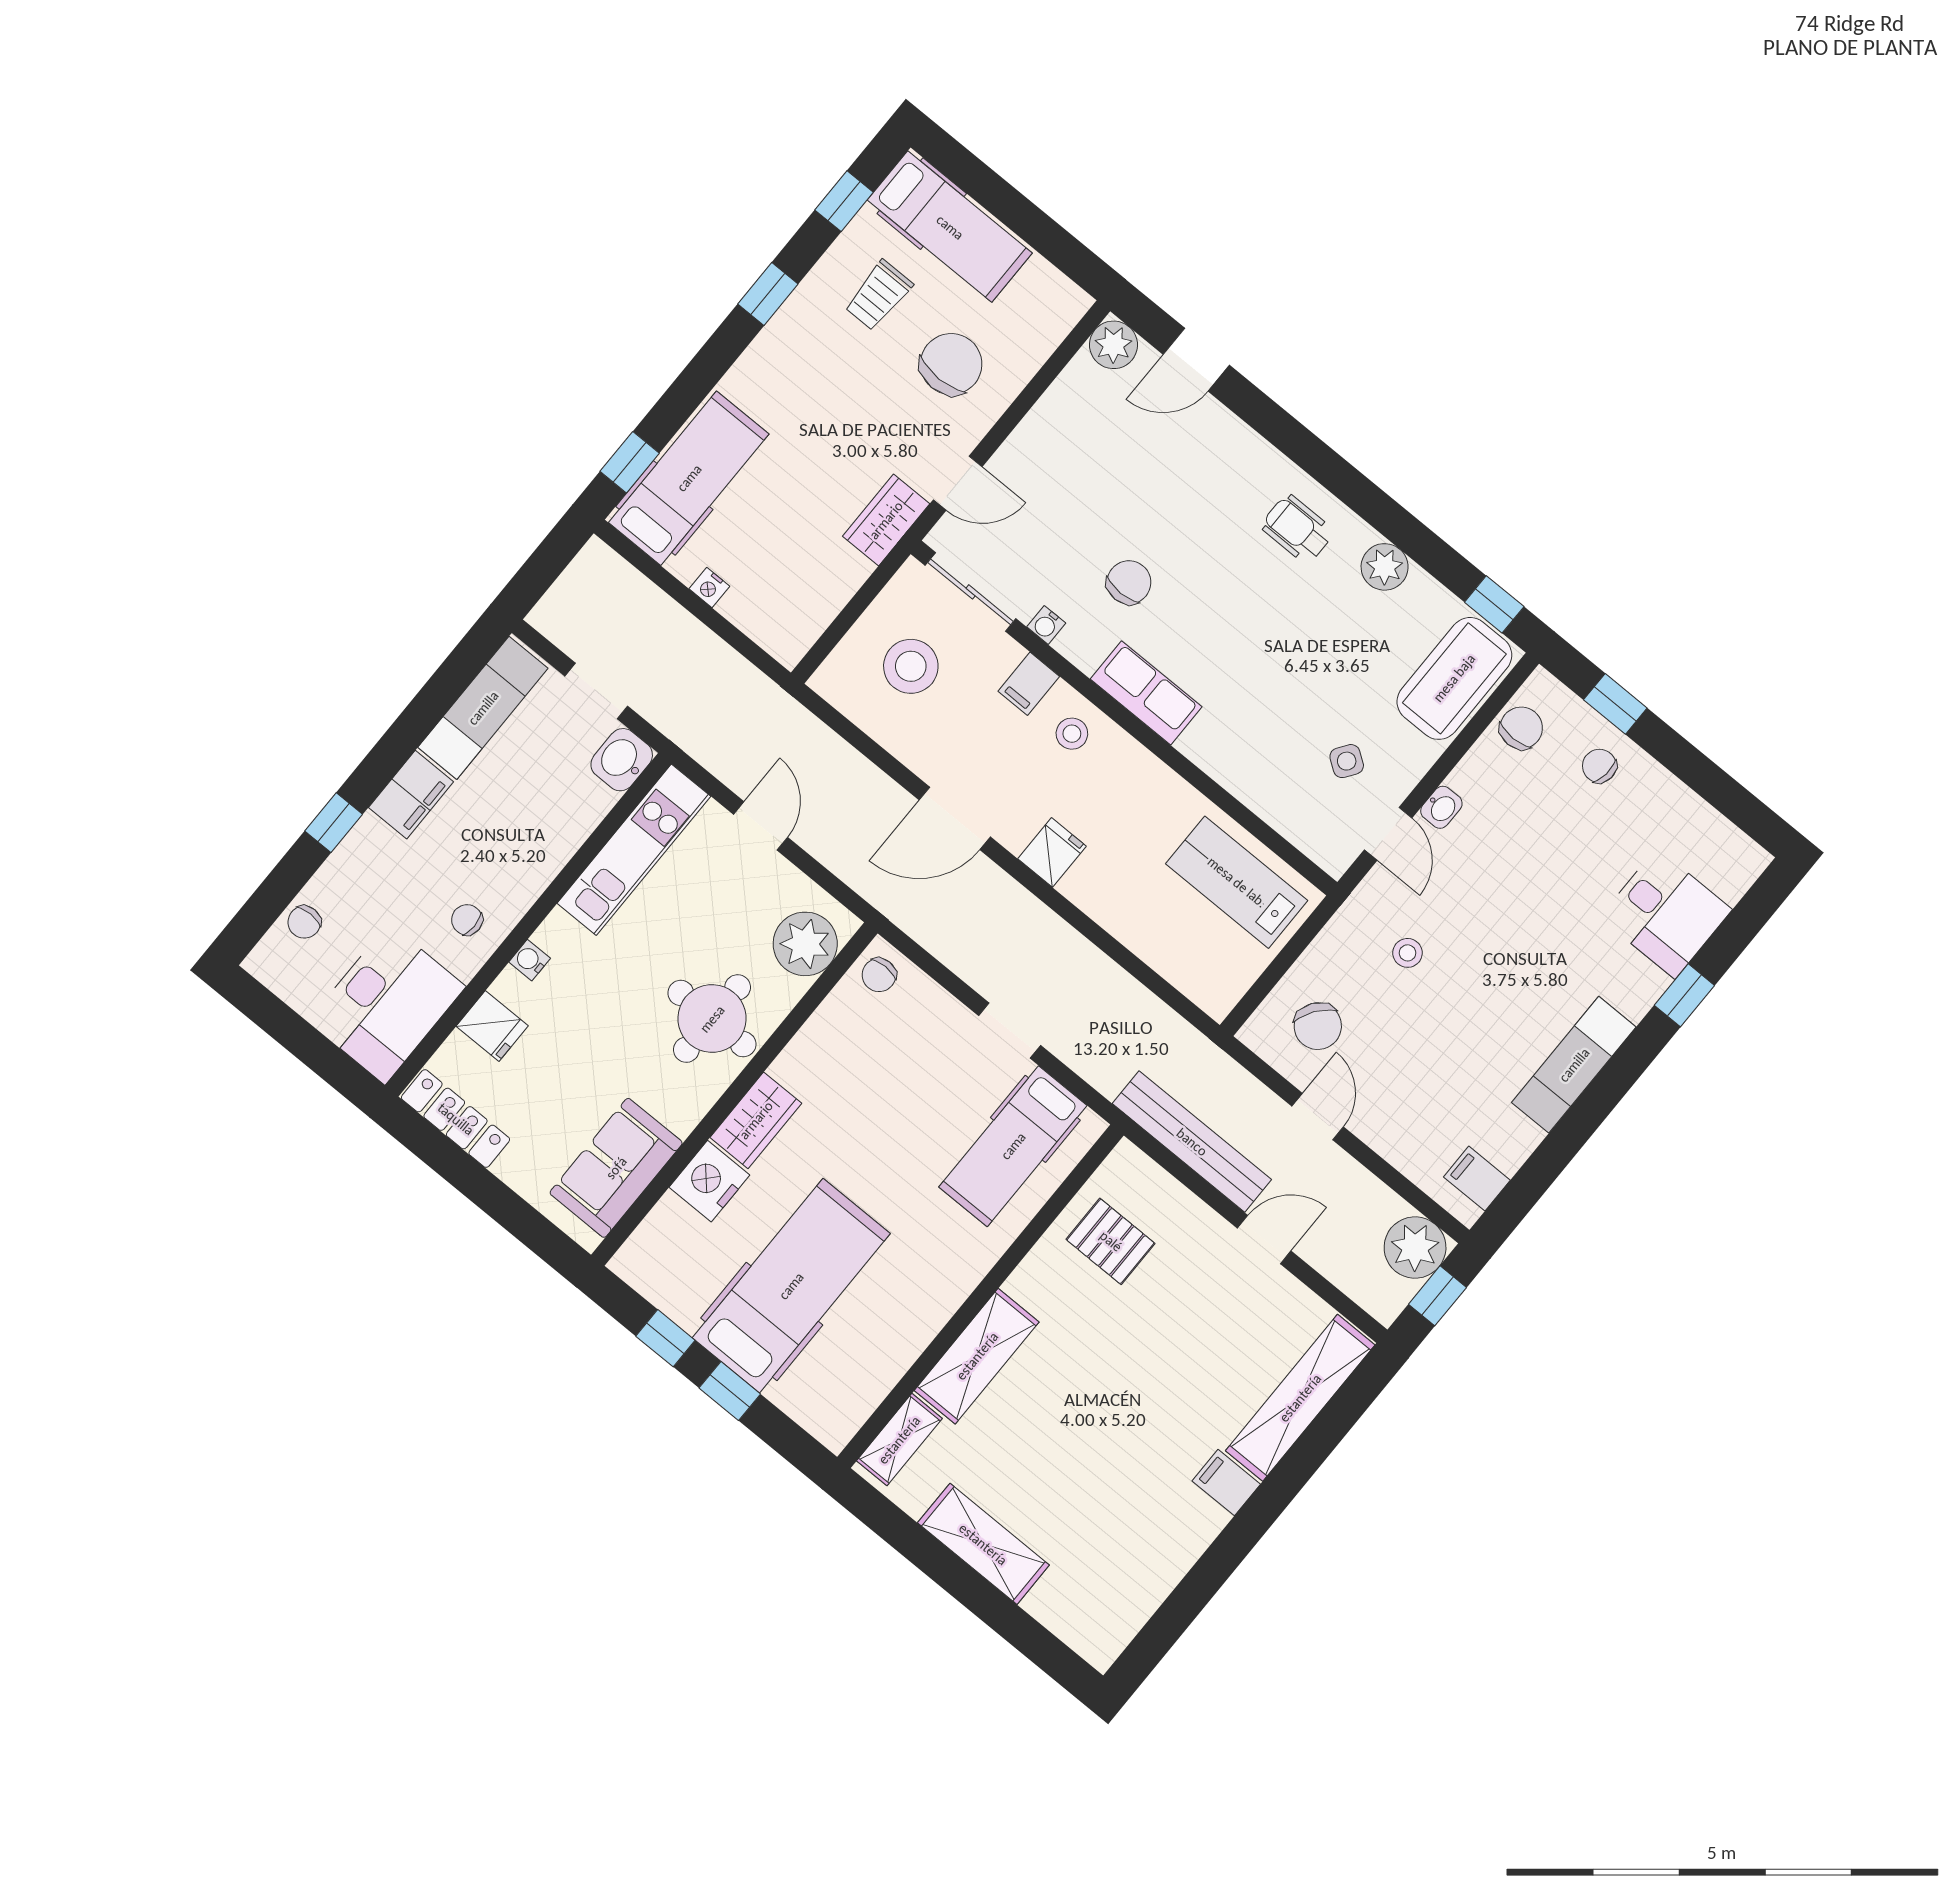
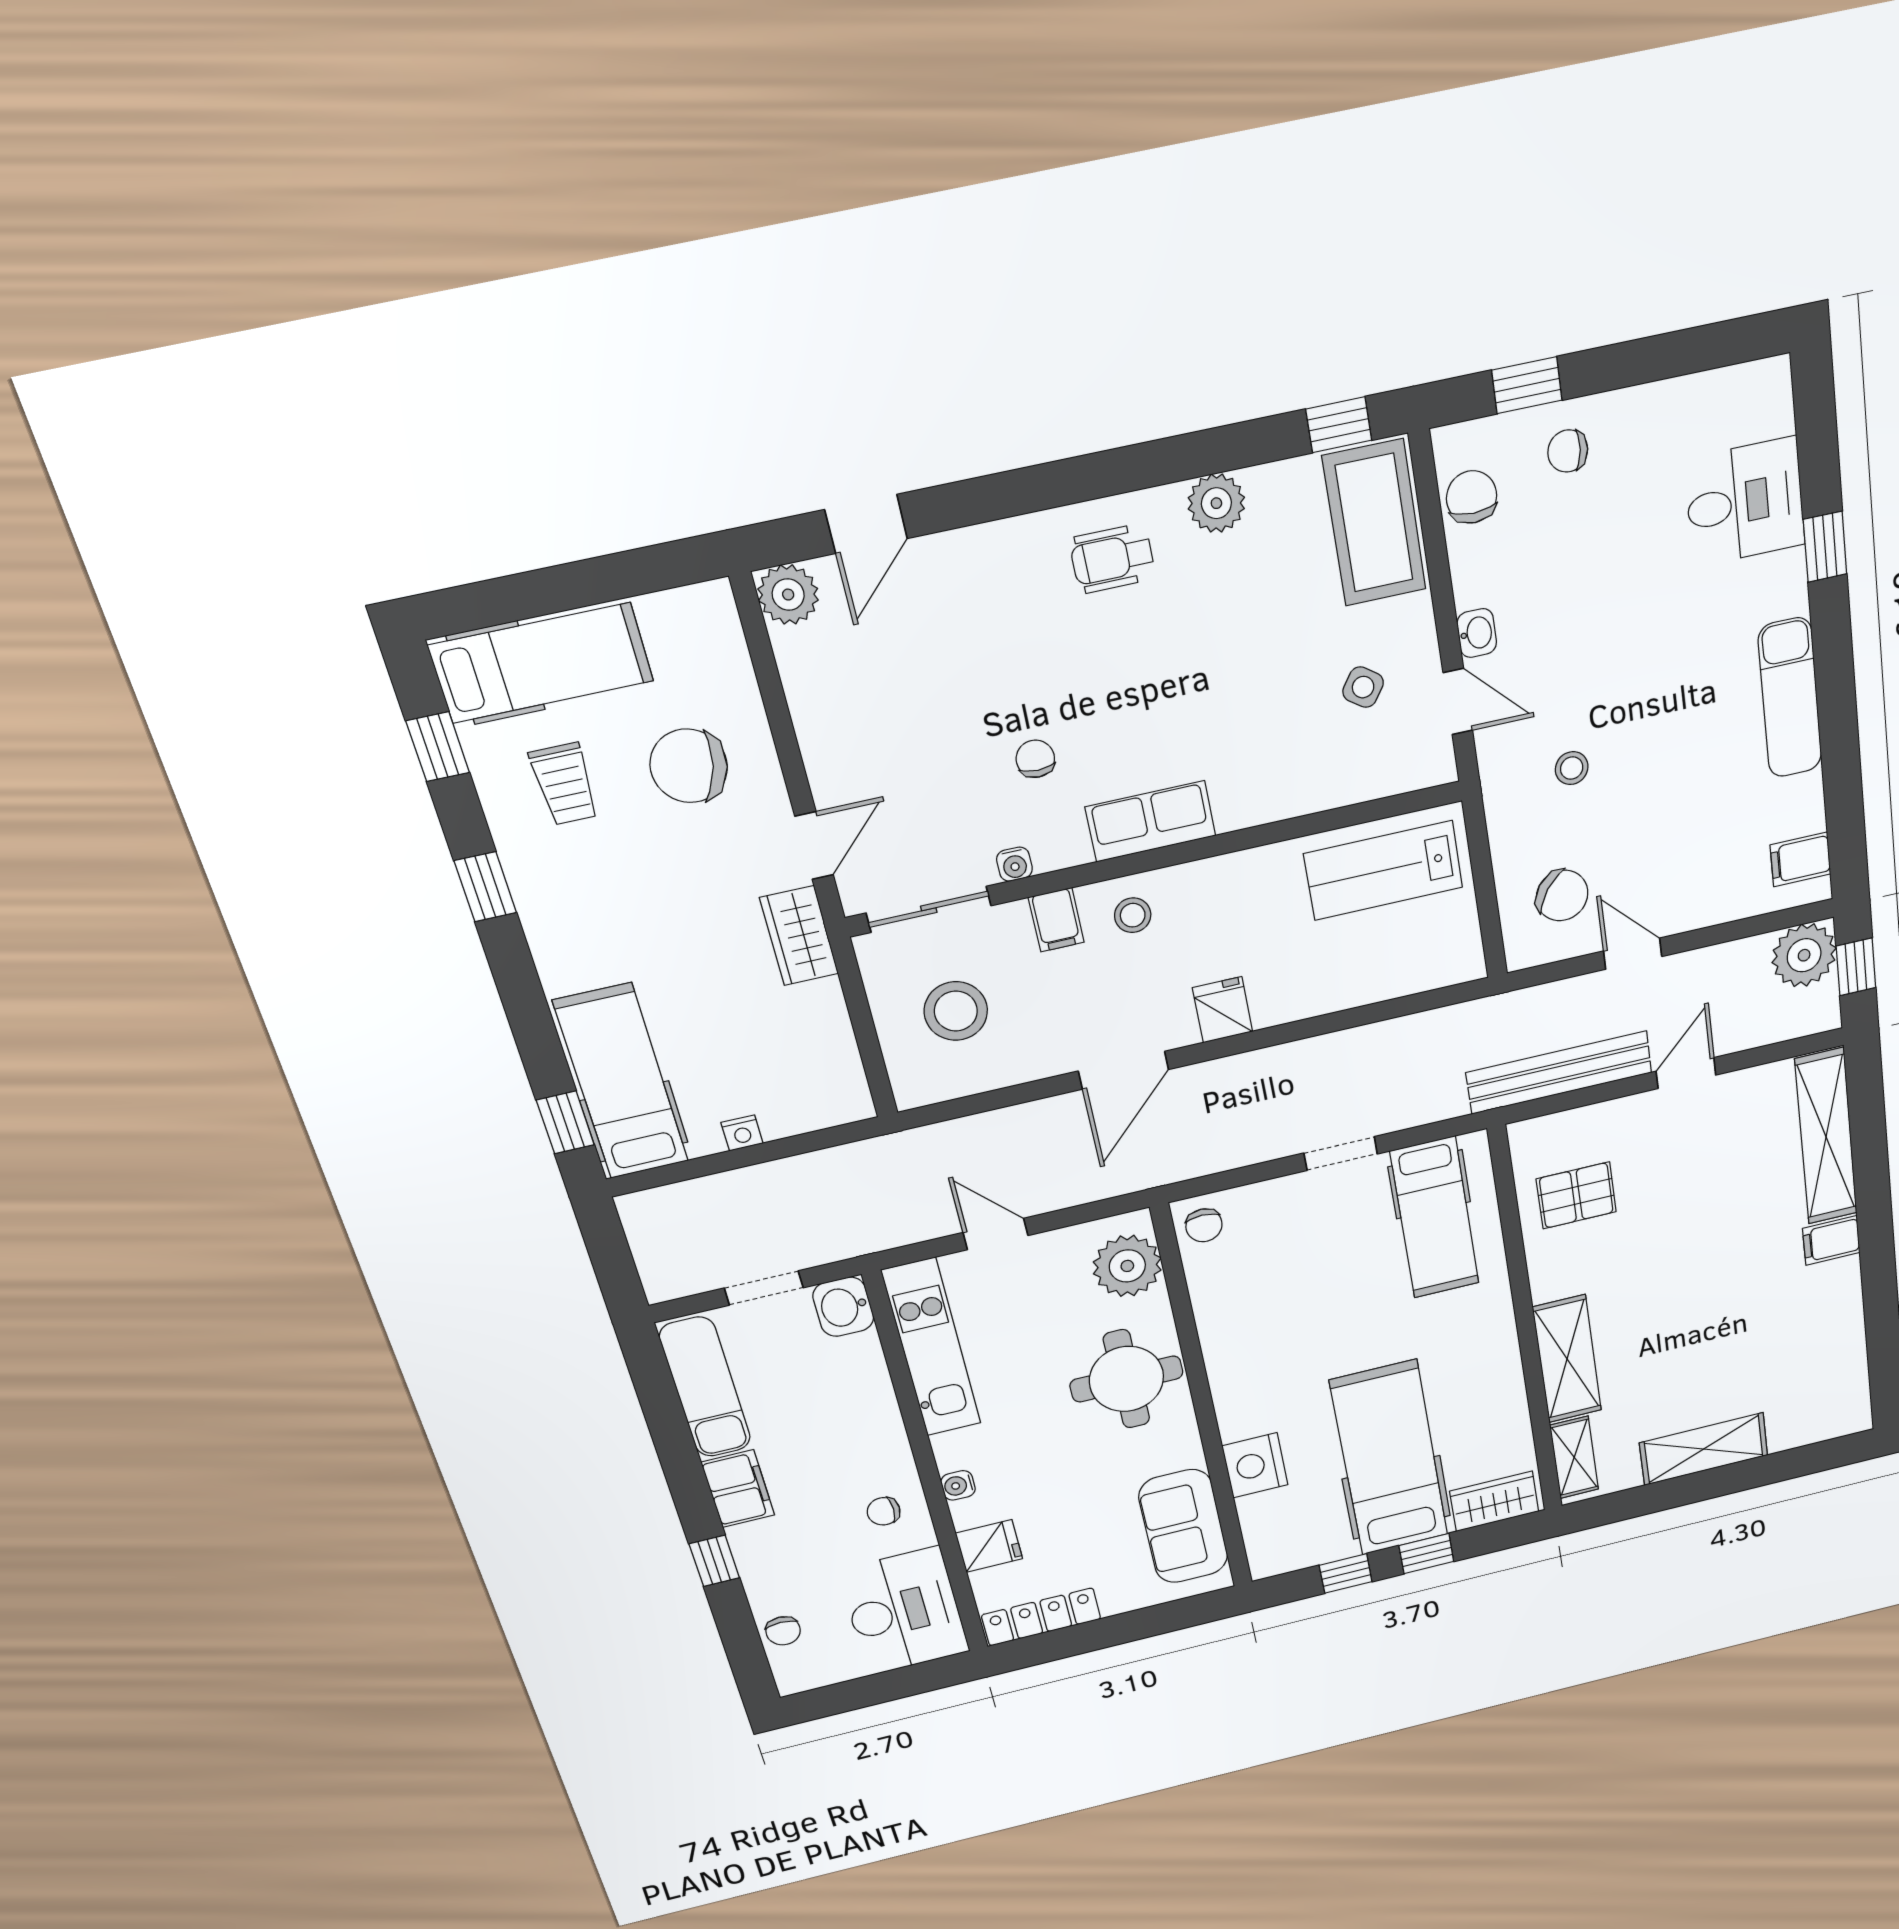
chair: (951, 364) -> (689, 766), turned -76
chair: (1129, 582) -> (1035, 759), width x0.73, depth x0.73
wardrobe: (756, 1120) -> (1494, 1501), moved, turned -90

